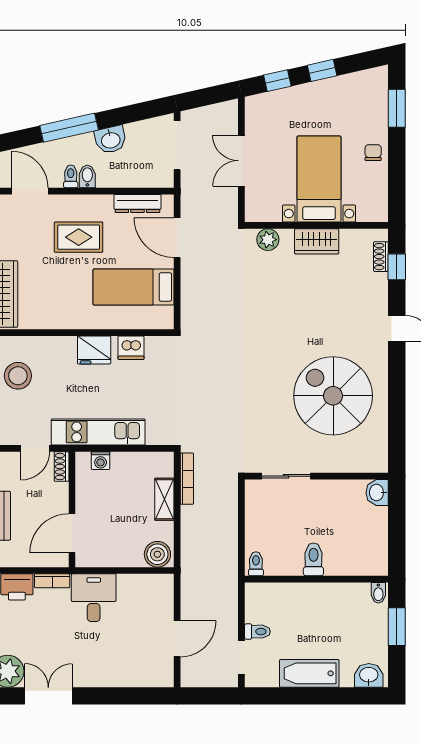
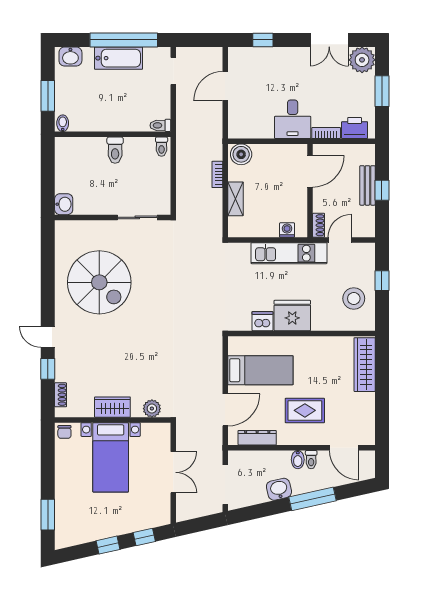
chair: (373, 153) -> (64, 432), moved
door: (177, 238) -> (225, 410), hinge flipped
window: (397, 267) -> (48, 369), moved
fridge: (94, 350) -> (292, 315), width x1.36, depth x1.34
bookcase: (187, 479) -> (217, 174), moved, width x0.64
toilet: (257, 632) -> (160, 125), moved
window: (130, 696) -> (263, 40), added
window: (303, 696) -> (124, 40), added

